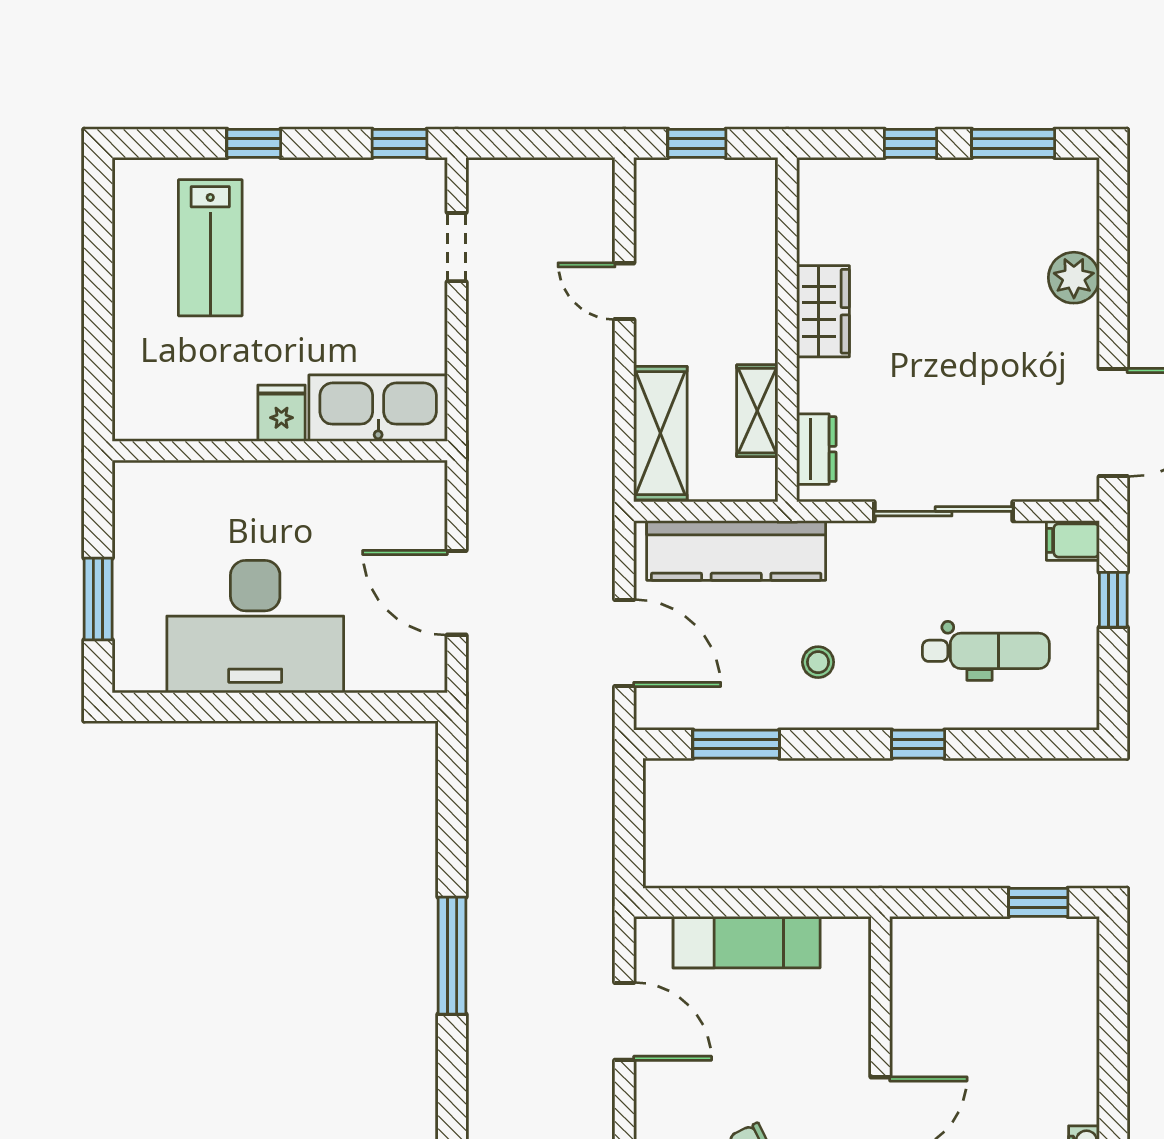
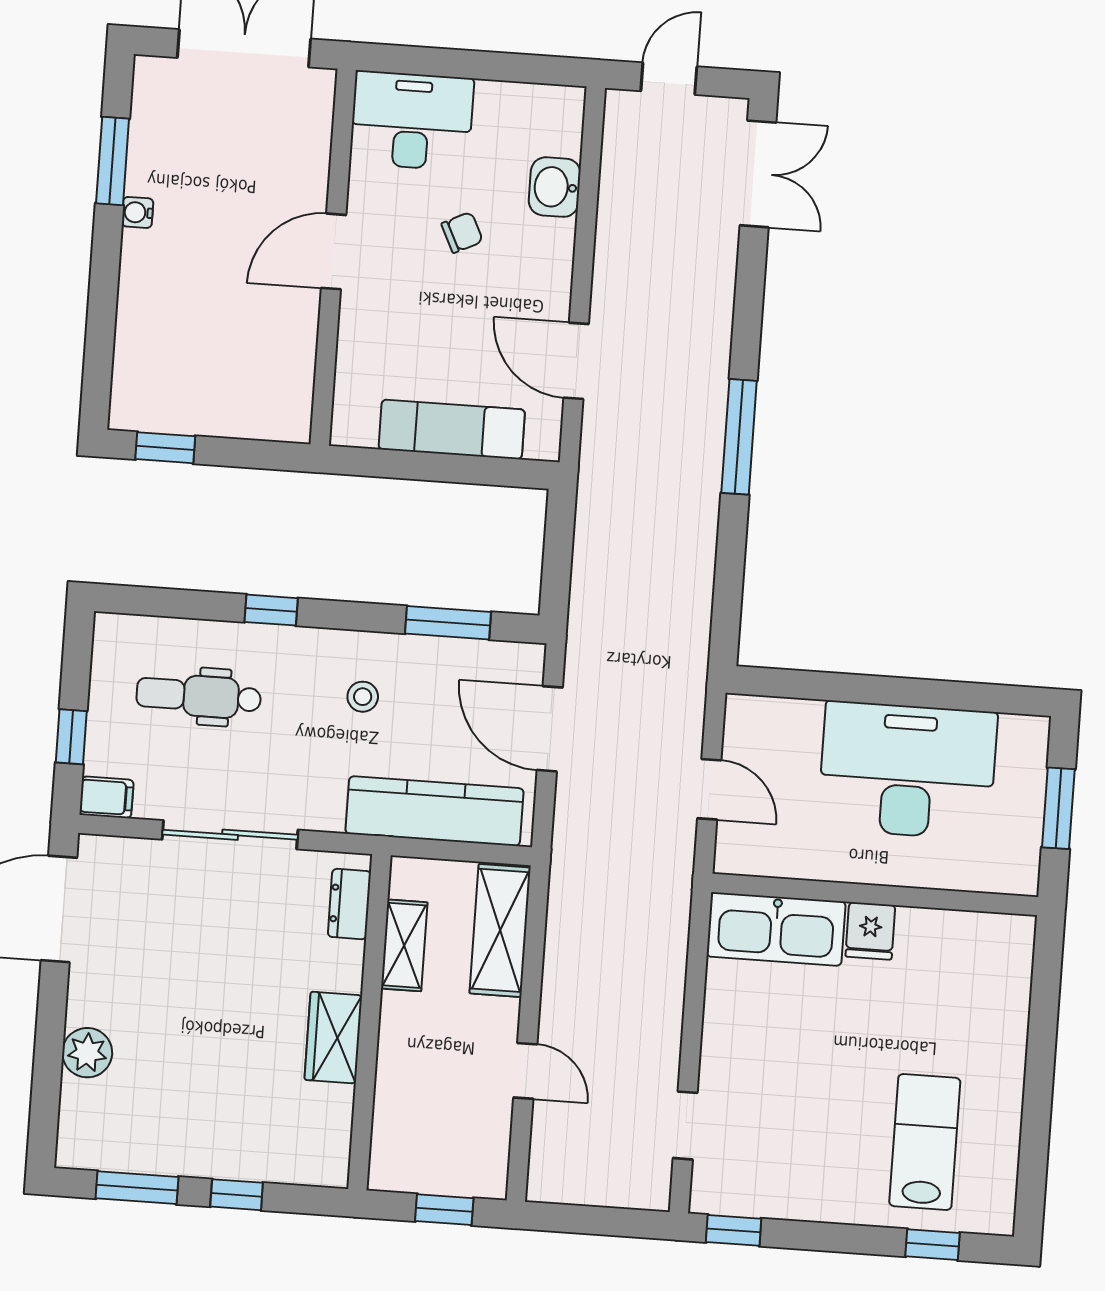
window: (254, 143) -> (932, 1245), moved
kitchen sink: (378, 408) -> (776, 929), moved
fridge: (281, 413) -> (870, 931), moved
wall: (280, 451) -> (875, 895), moved
door: (457, 593) -> (709, 789), width x0.73

